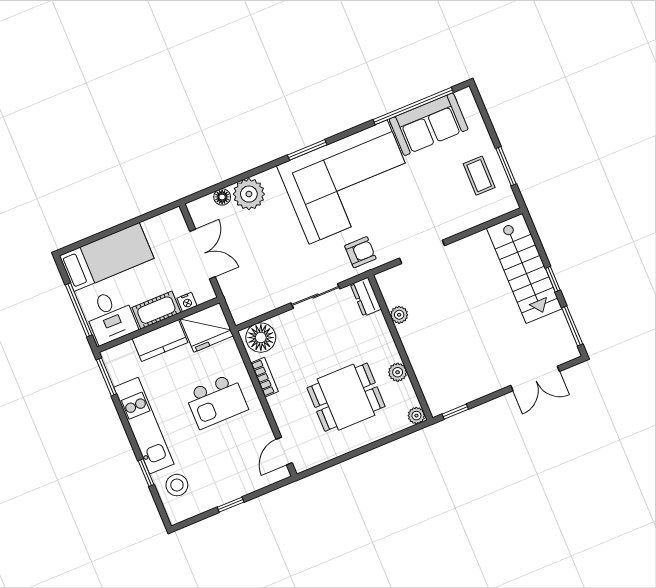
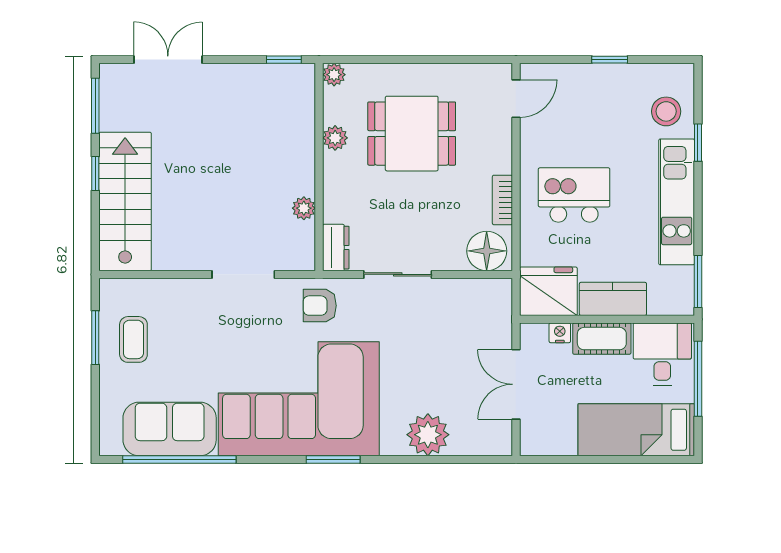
floor lamp: (222, 197) -> (462, 445), removed

